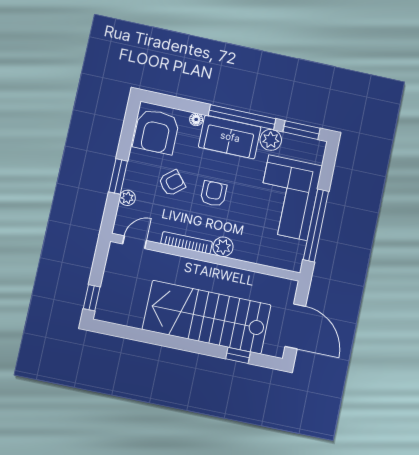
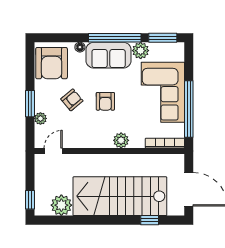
armchair: (214, 194) -> (105, 101), turned 180
bookcase: (187, 243) -> (165, 143), moved
plant: (130, 313) -> (61, 205), added

